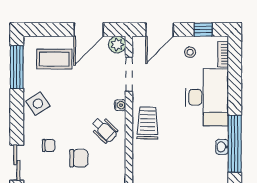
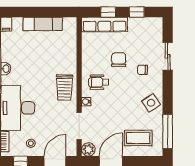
wheelchair: (104, 130) -> (99, 82), turned -44
chair: (79, 158) -> (119, 60), turned 90

